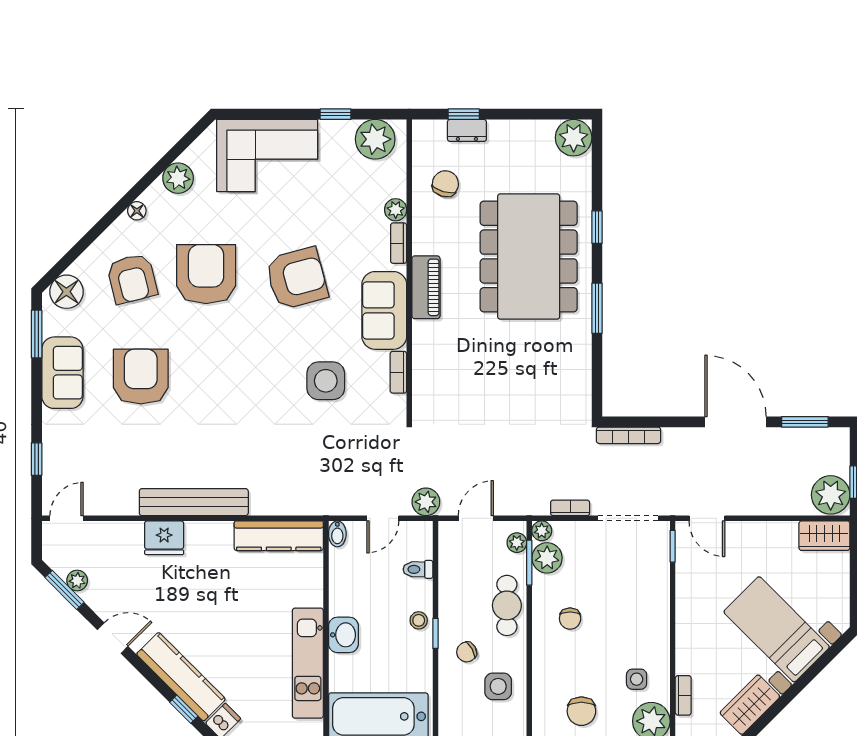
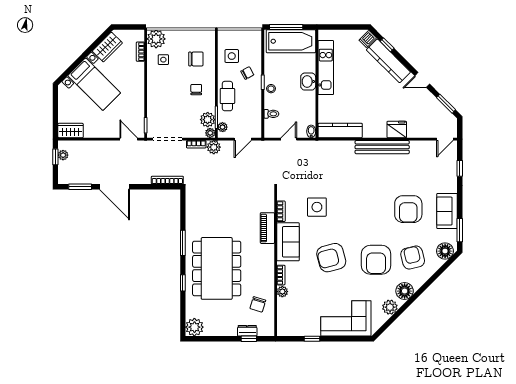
plant: (375, 139) -> (293, 326), removed
floor lamp: (137, 211) -> (405, 291), width x1.89, depth x1.89
piano: (426, 287) -> (267, 228), moved
plant: (831, 495) -> (63, 155), width x0.53, depth x0.53
plant: (426, 502) -> (214, 147), moved
plant: (77, 581) -> (440, 108), removed
chair: (581, 711) -> (196, 59), moved, turned 90

